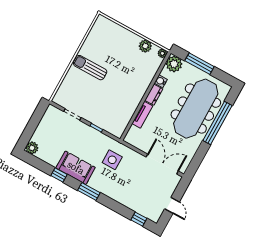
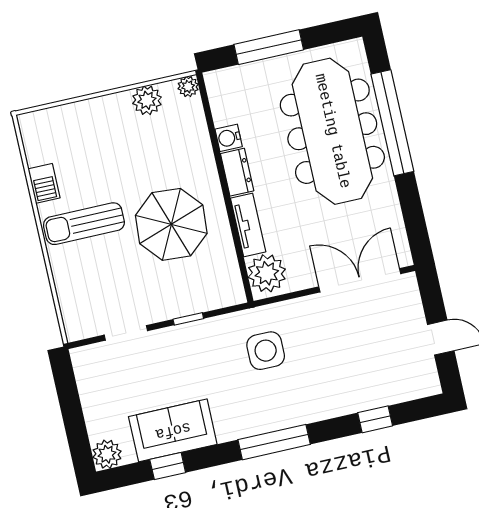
barbecue: (89, 43) -> (44, 183), added
plant: (174, 64) -> (267, 273), moved
parasol: (118, 93) -> (171, 224), added
sofa: (76, 168) -> (173, 430), moved
window: (59, 175) -> (168, 466), moved
window: (89, 191) -> (274, 442), width x1.44
window: (139, 219) -> (375, 419), moved

